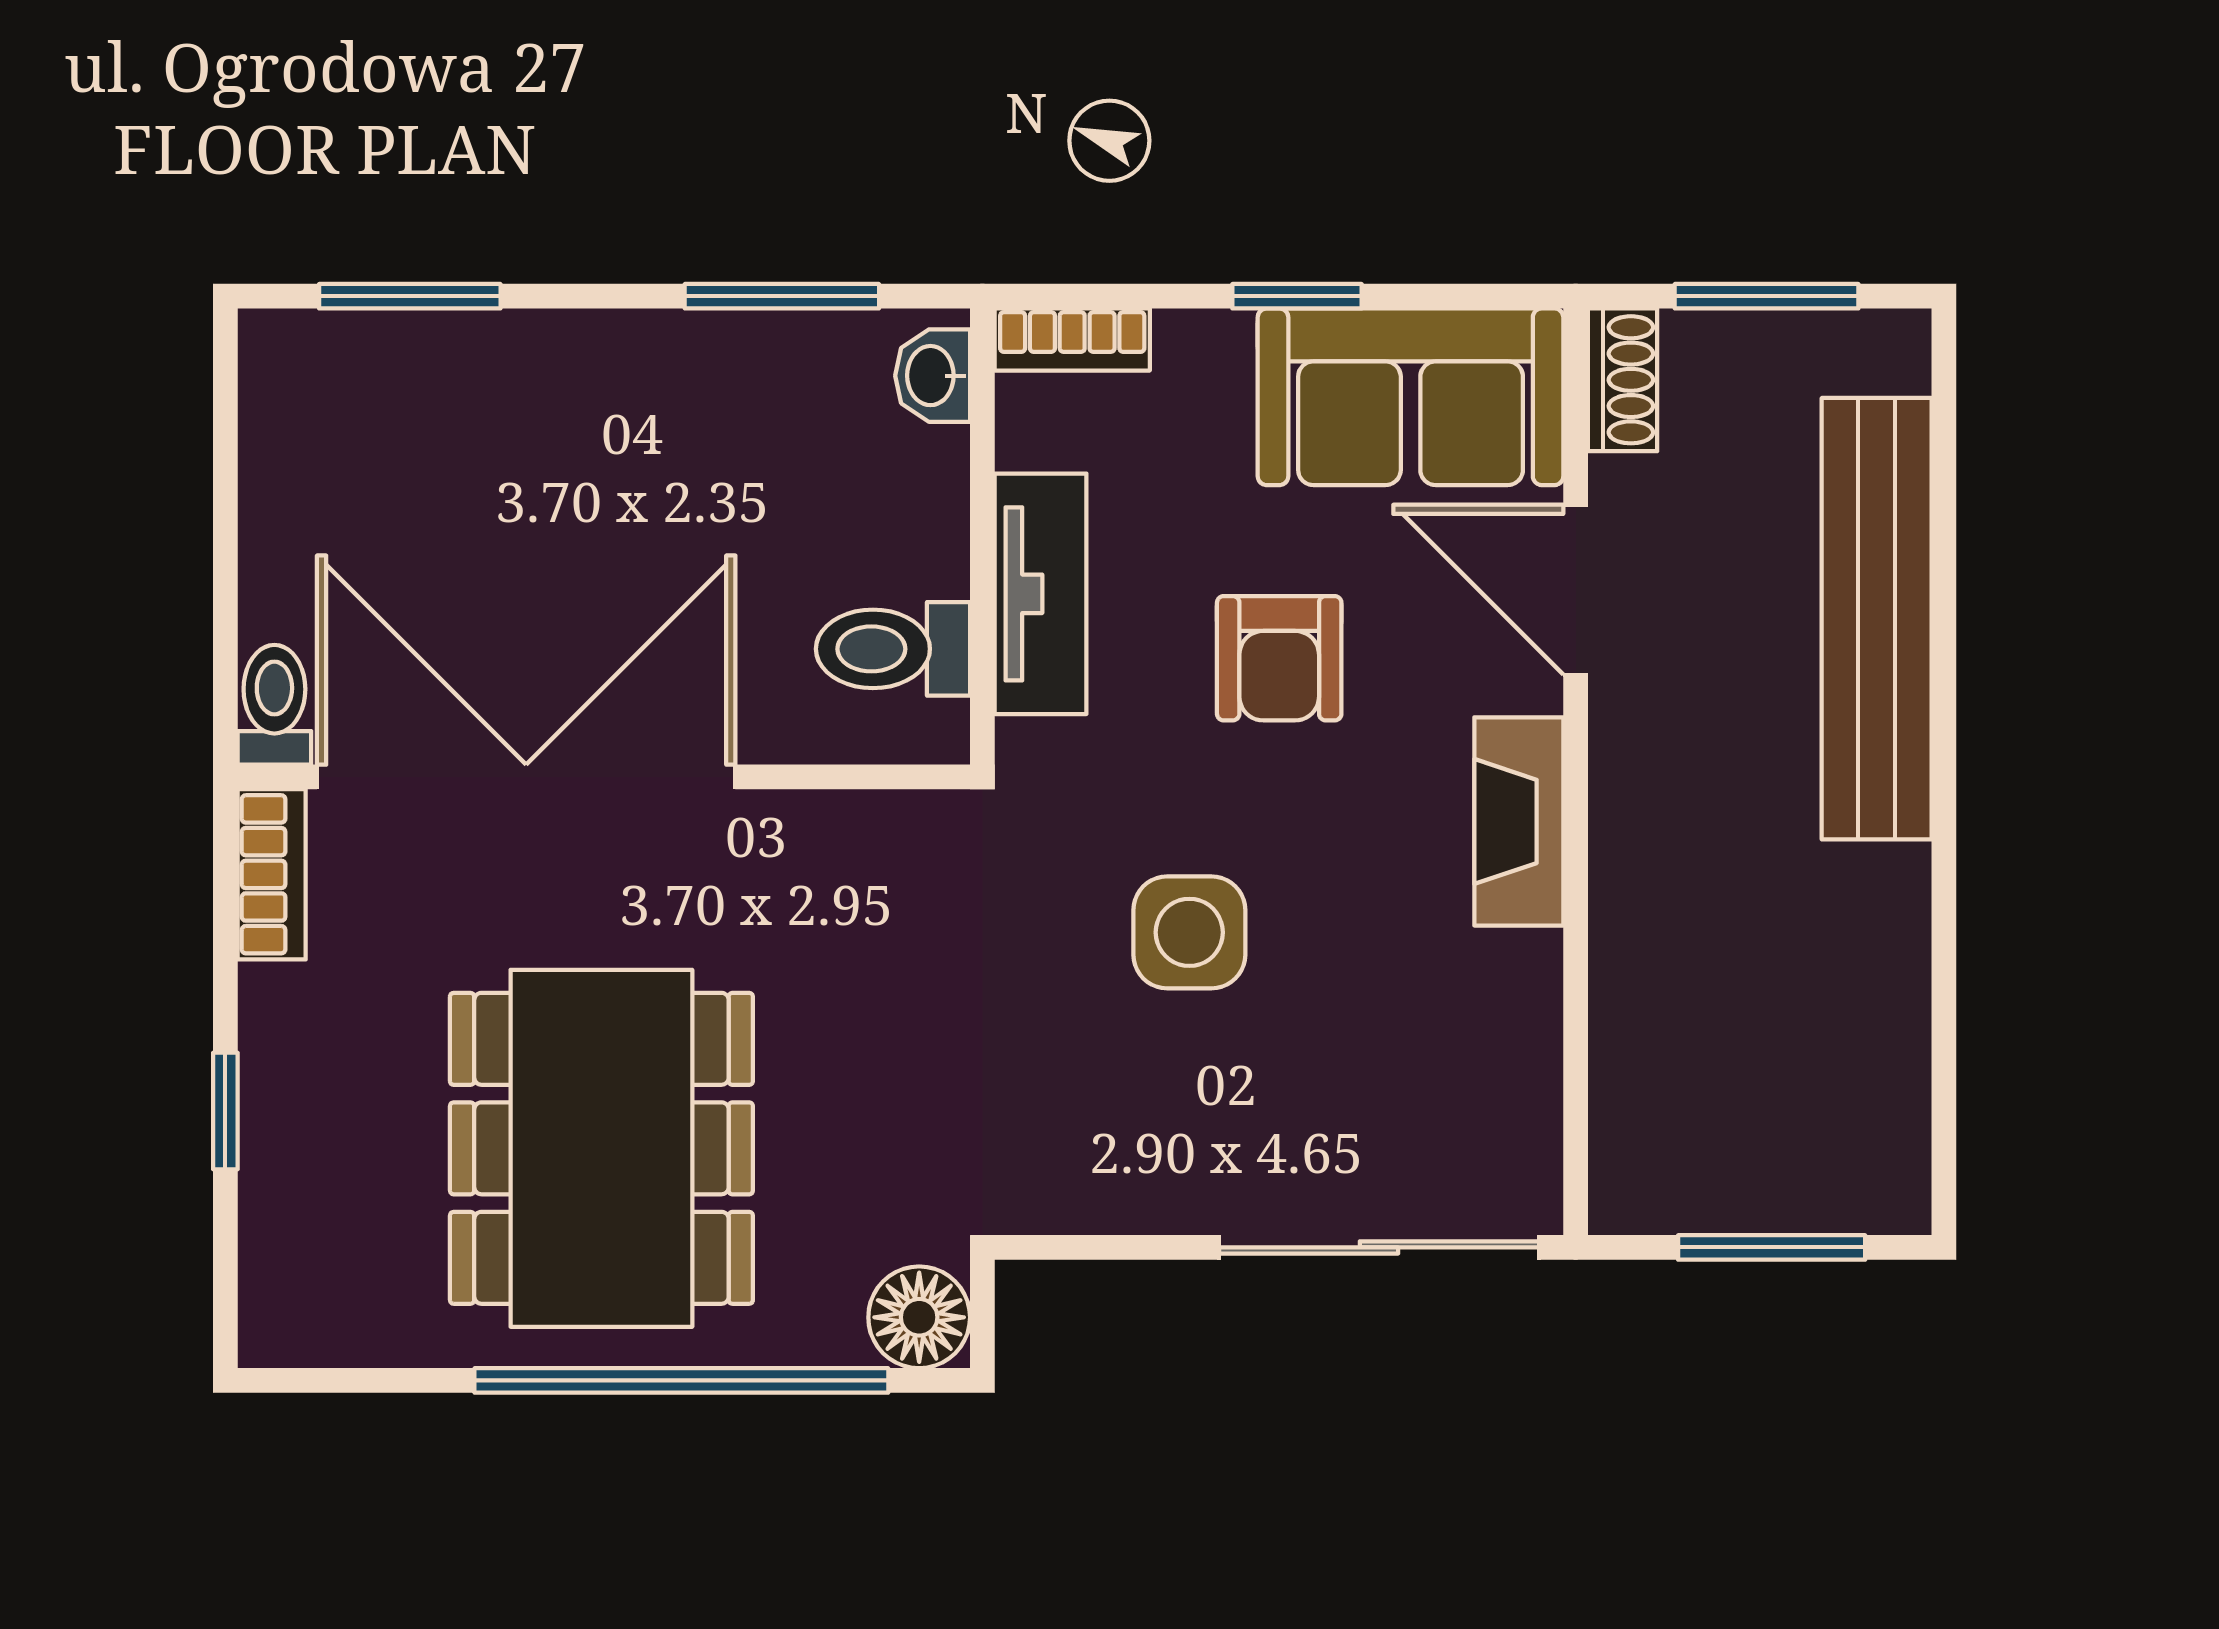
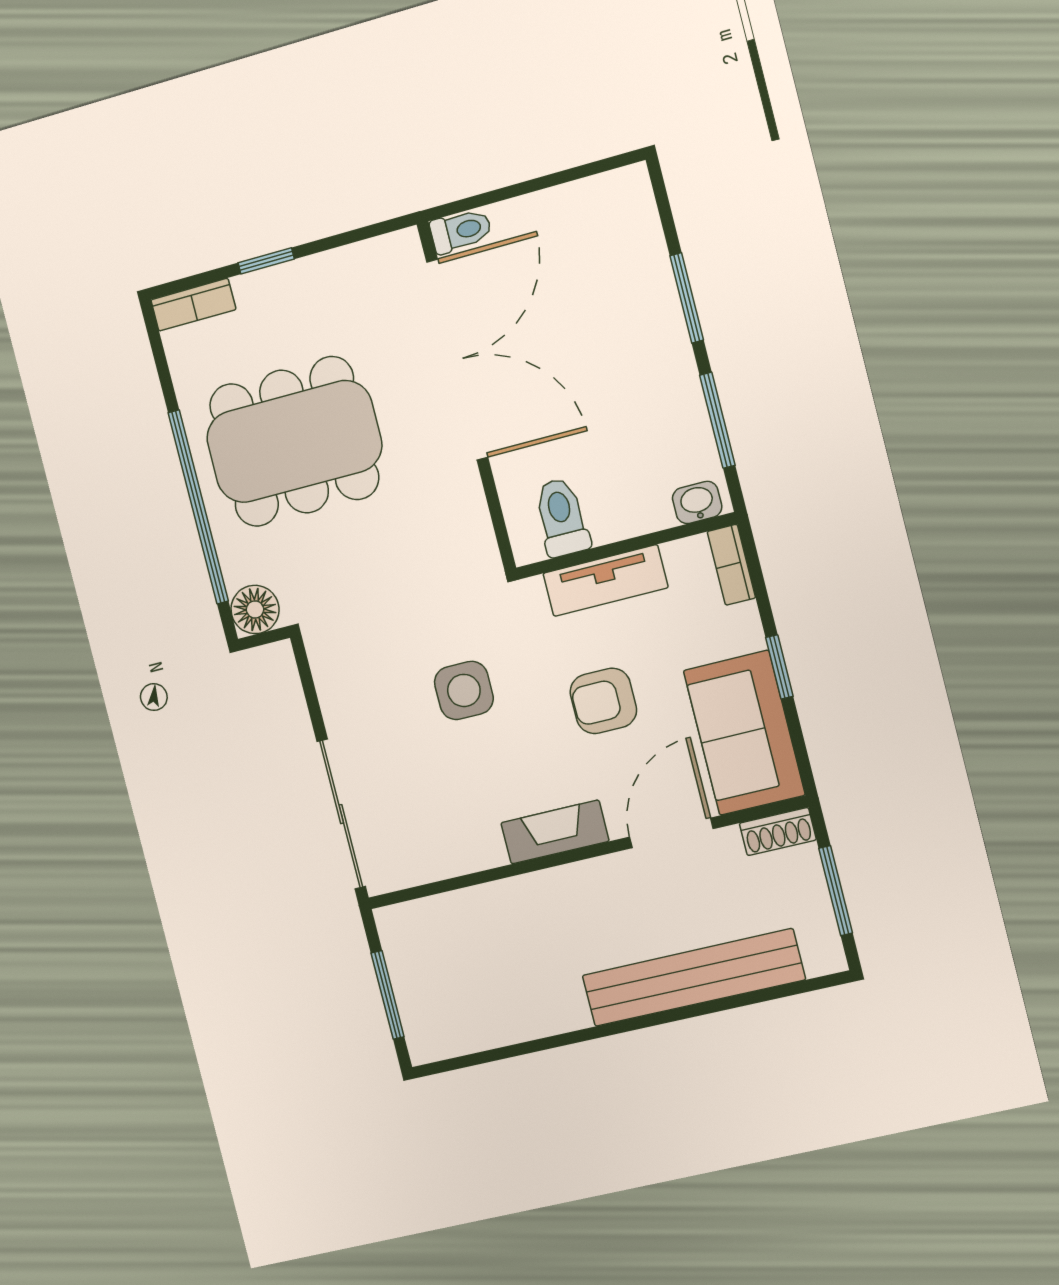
window: (410, 296) -> (687, 298), moved
bookcase: (272, 874) -> (193, 305), moved

